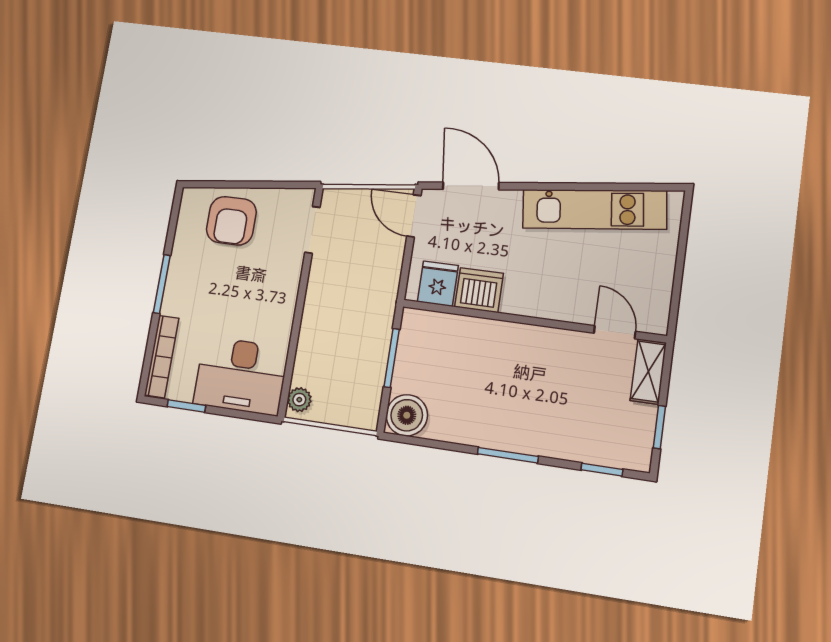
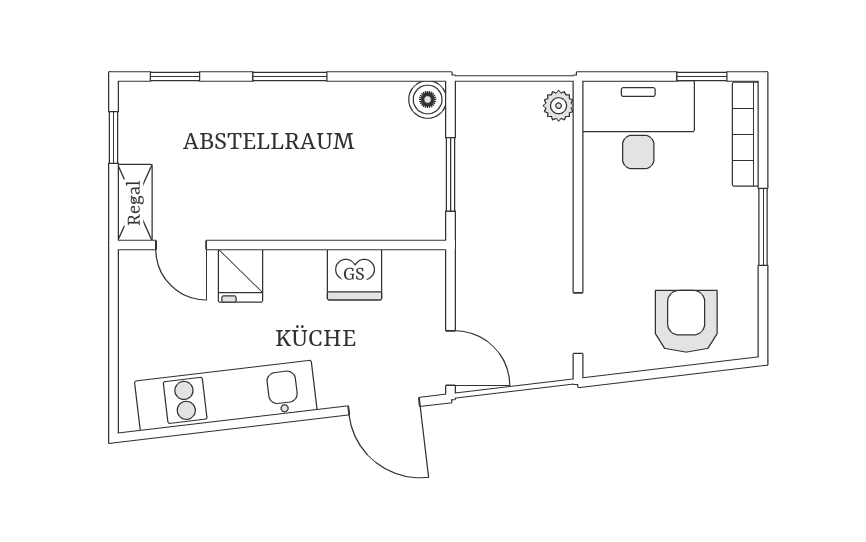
fridge: (438, 284) -> (241, 276), moved
boiler: (407, 415) -> (428, 99), width x0.73, depth x0.73

